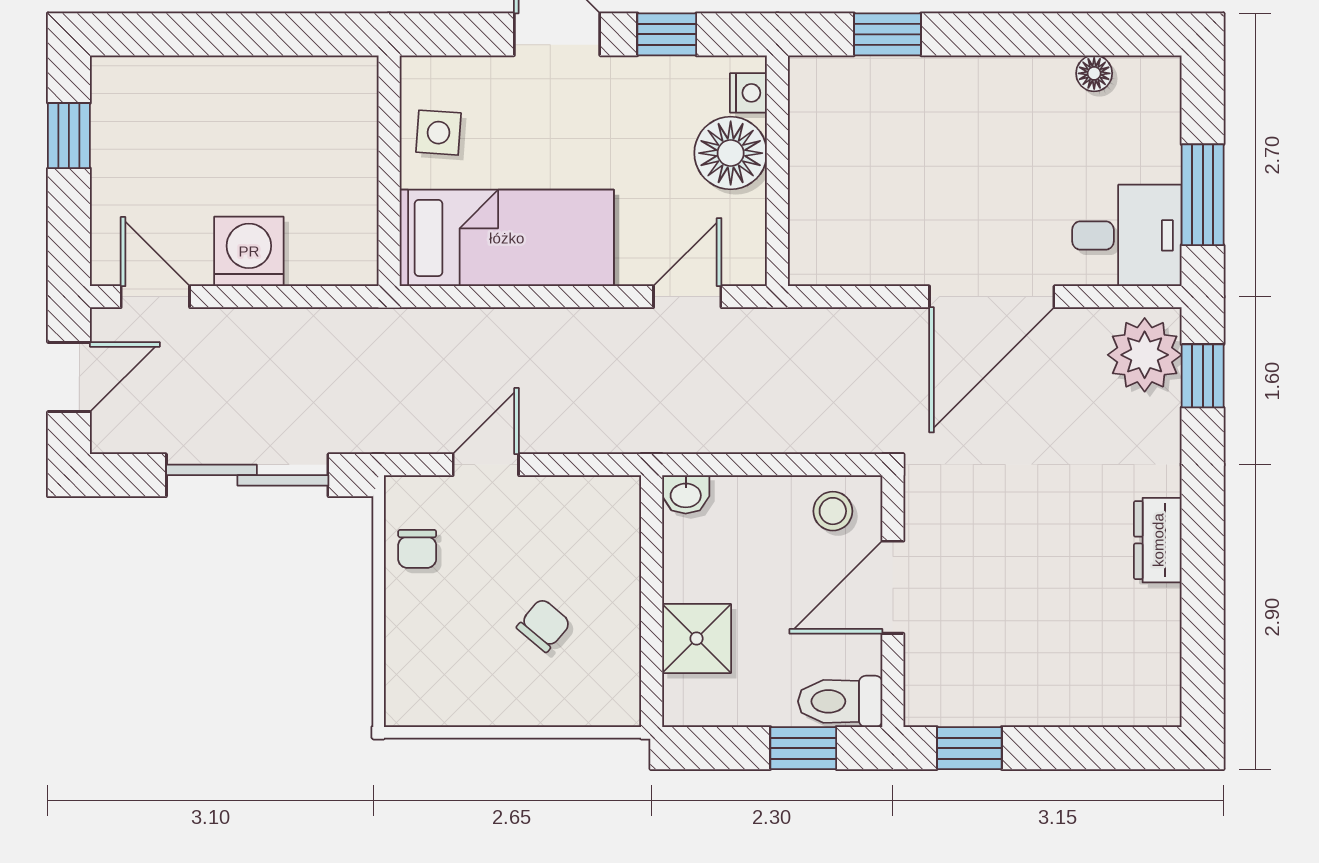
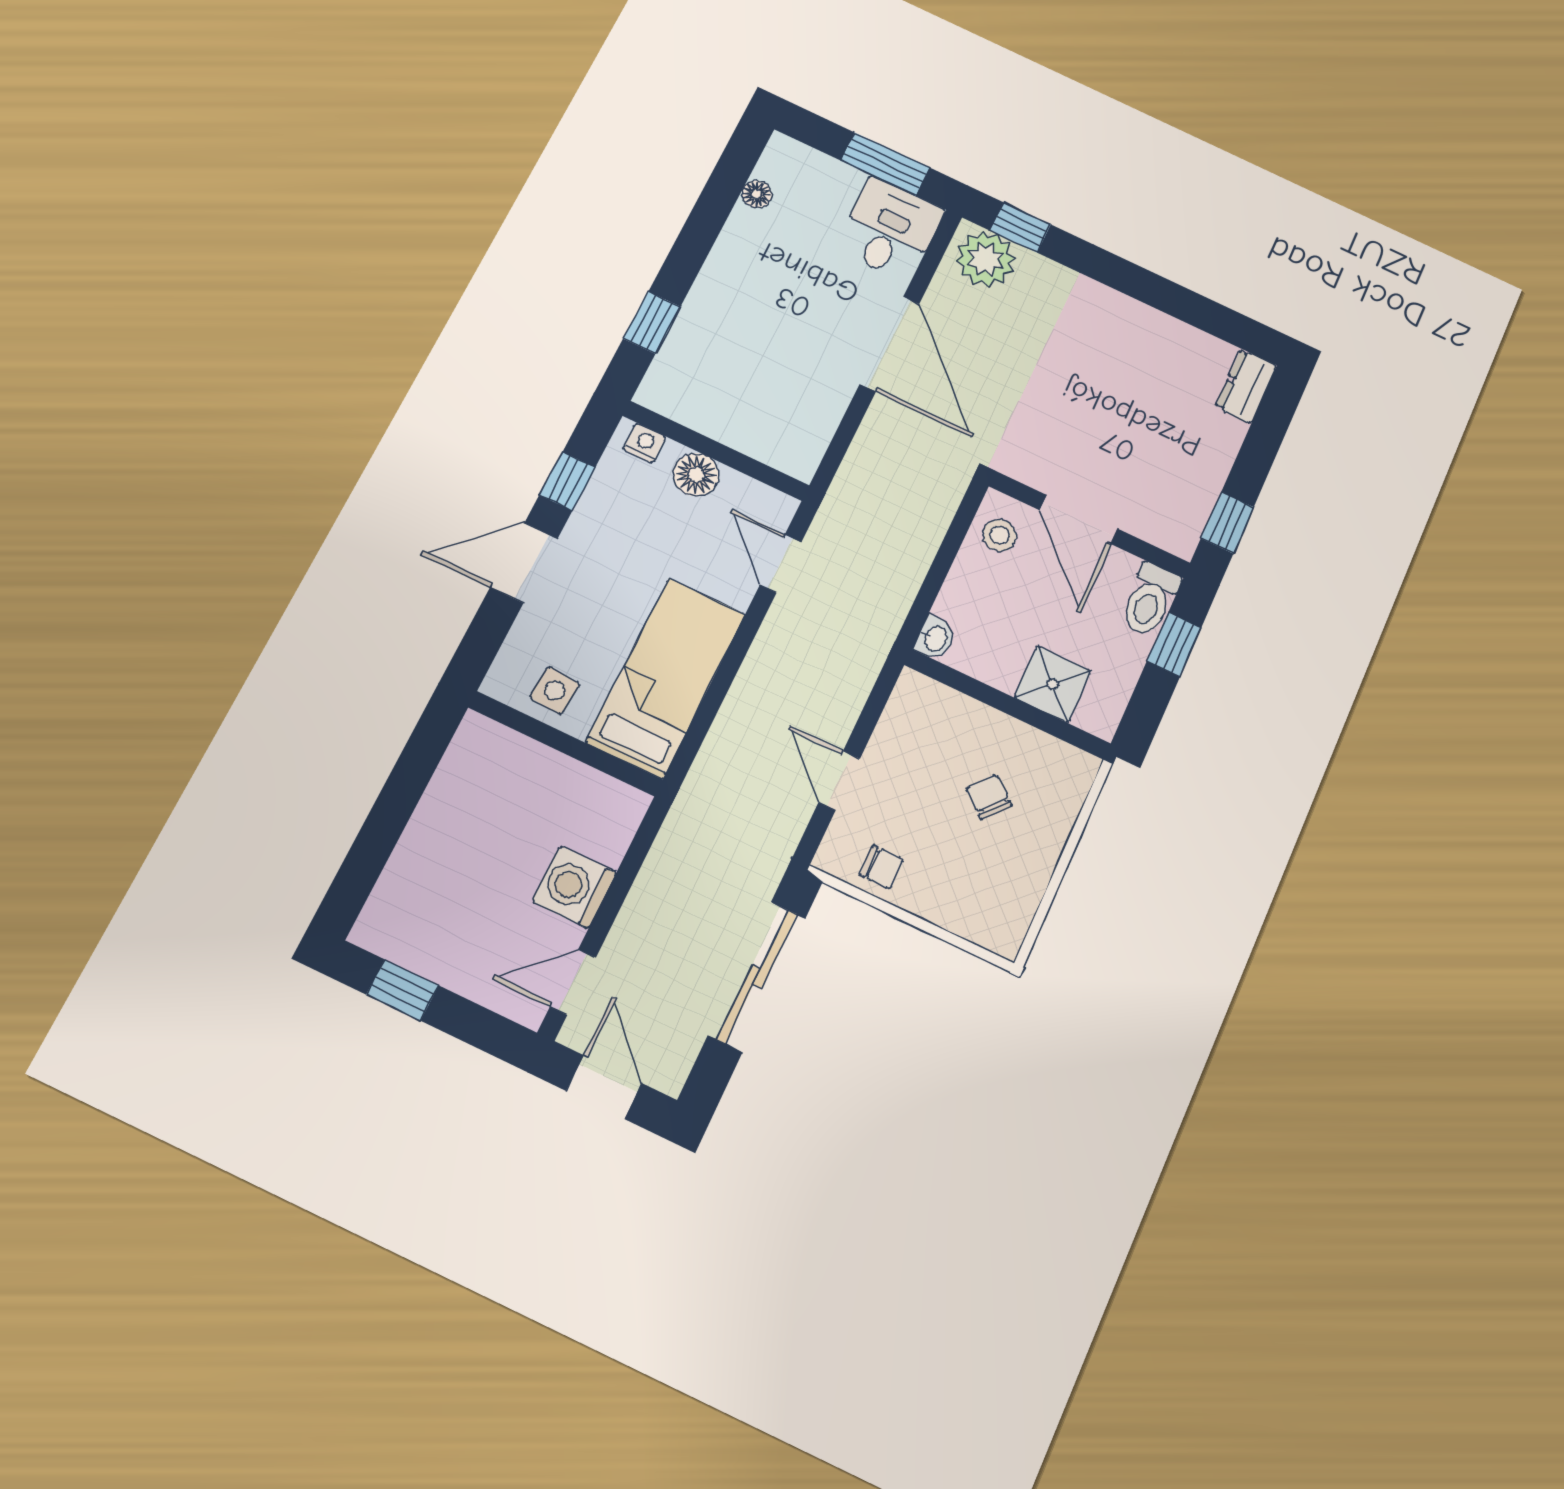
floor lamp: (731, 153) -> (696, 475), width x0.73, depth x0.73
dresser: (1158, 540) -> (1246, 386), moved, turned 90

